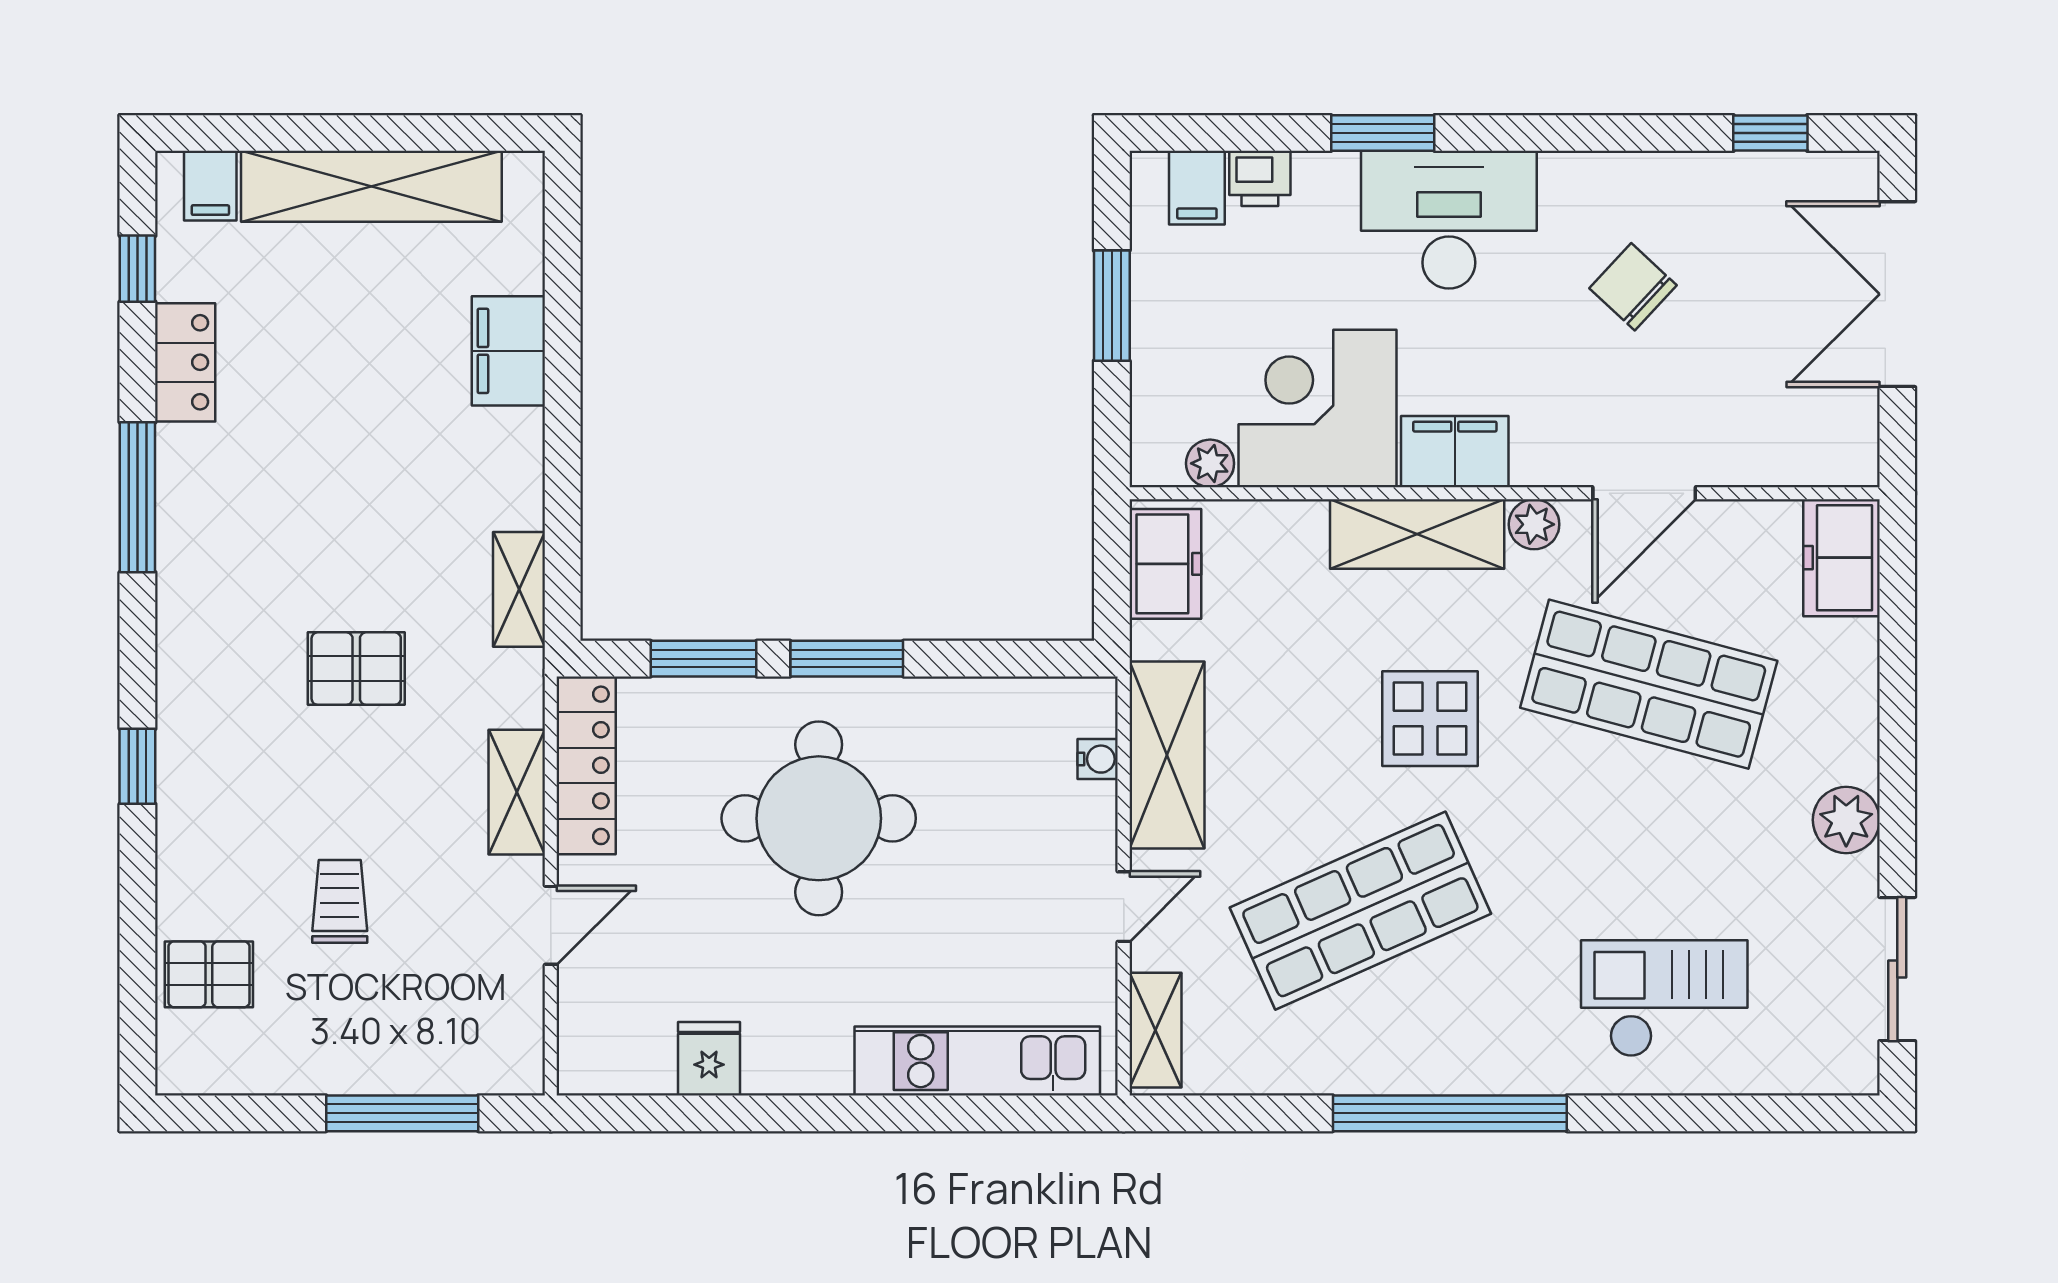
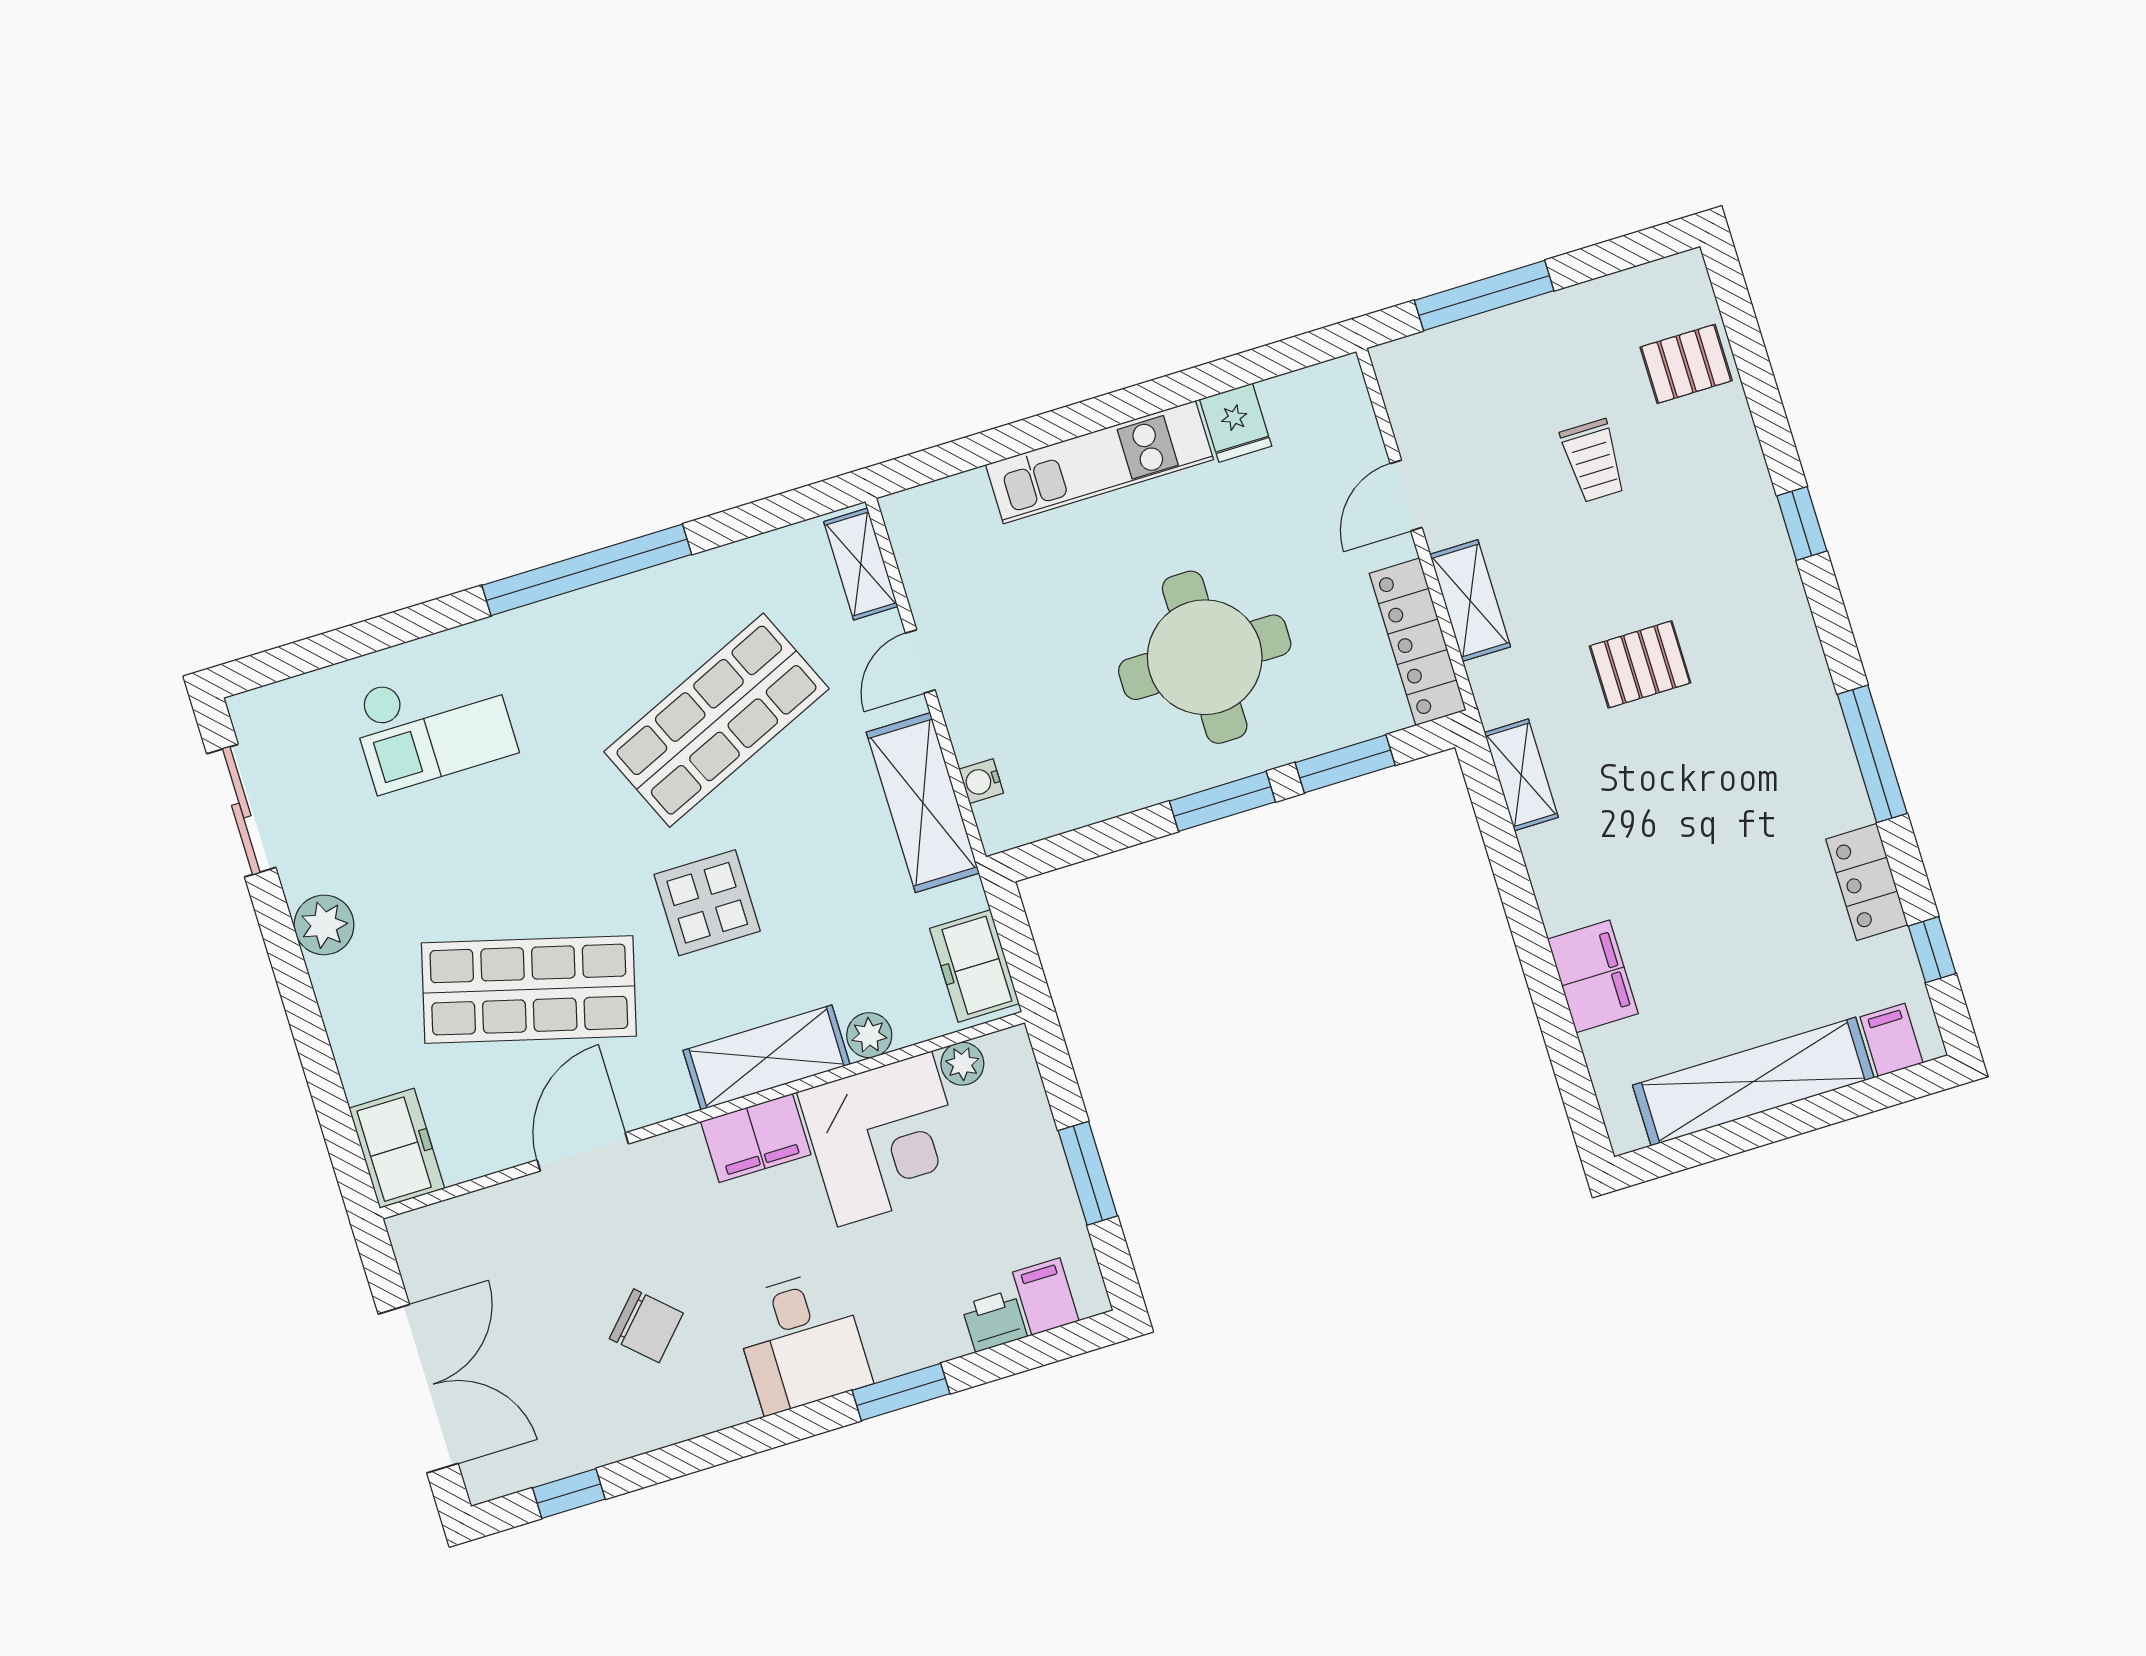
desk: (1449, 220) -> (801, 1341), width x0.73
plant: (1534, 524) -> (869, 1035), moved
kitchen unit: (977, 1061) -> (1099, 462), moved

